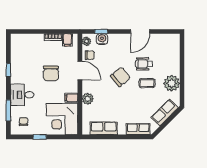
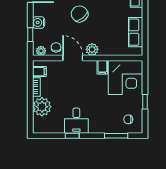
water cooler: (102, 39) -> (39, 22), moved
plant: (35, 42) -> (42, 107), added
door: (80, 71) -> (73, 58), hinge flipped
chair: (51, 73) -> (76, 89), removed
desk: (22, 95) -> (76, 121), moved
plant: (88, 99) -> (92, 49), moved

